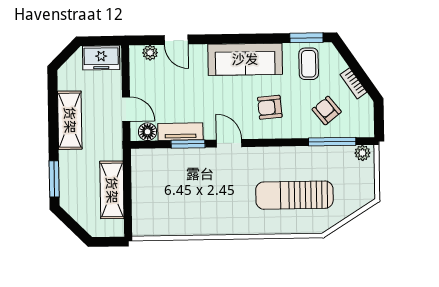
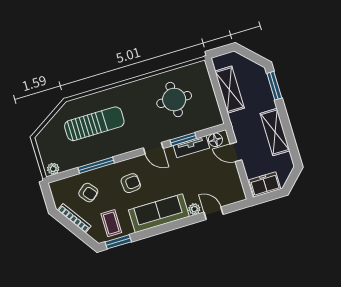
plant: (150, 53) -> (194, 209), moved
bookcase: (353, 83) -> (74, 218), width x1.56
window: (332, 142) -> (96, 165), moved
round table: (185, 197) -> (174, 100), added

